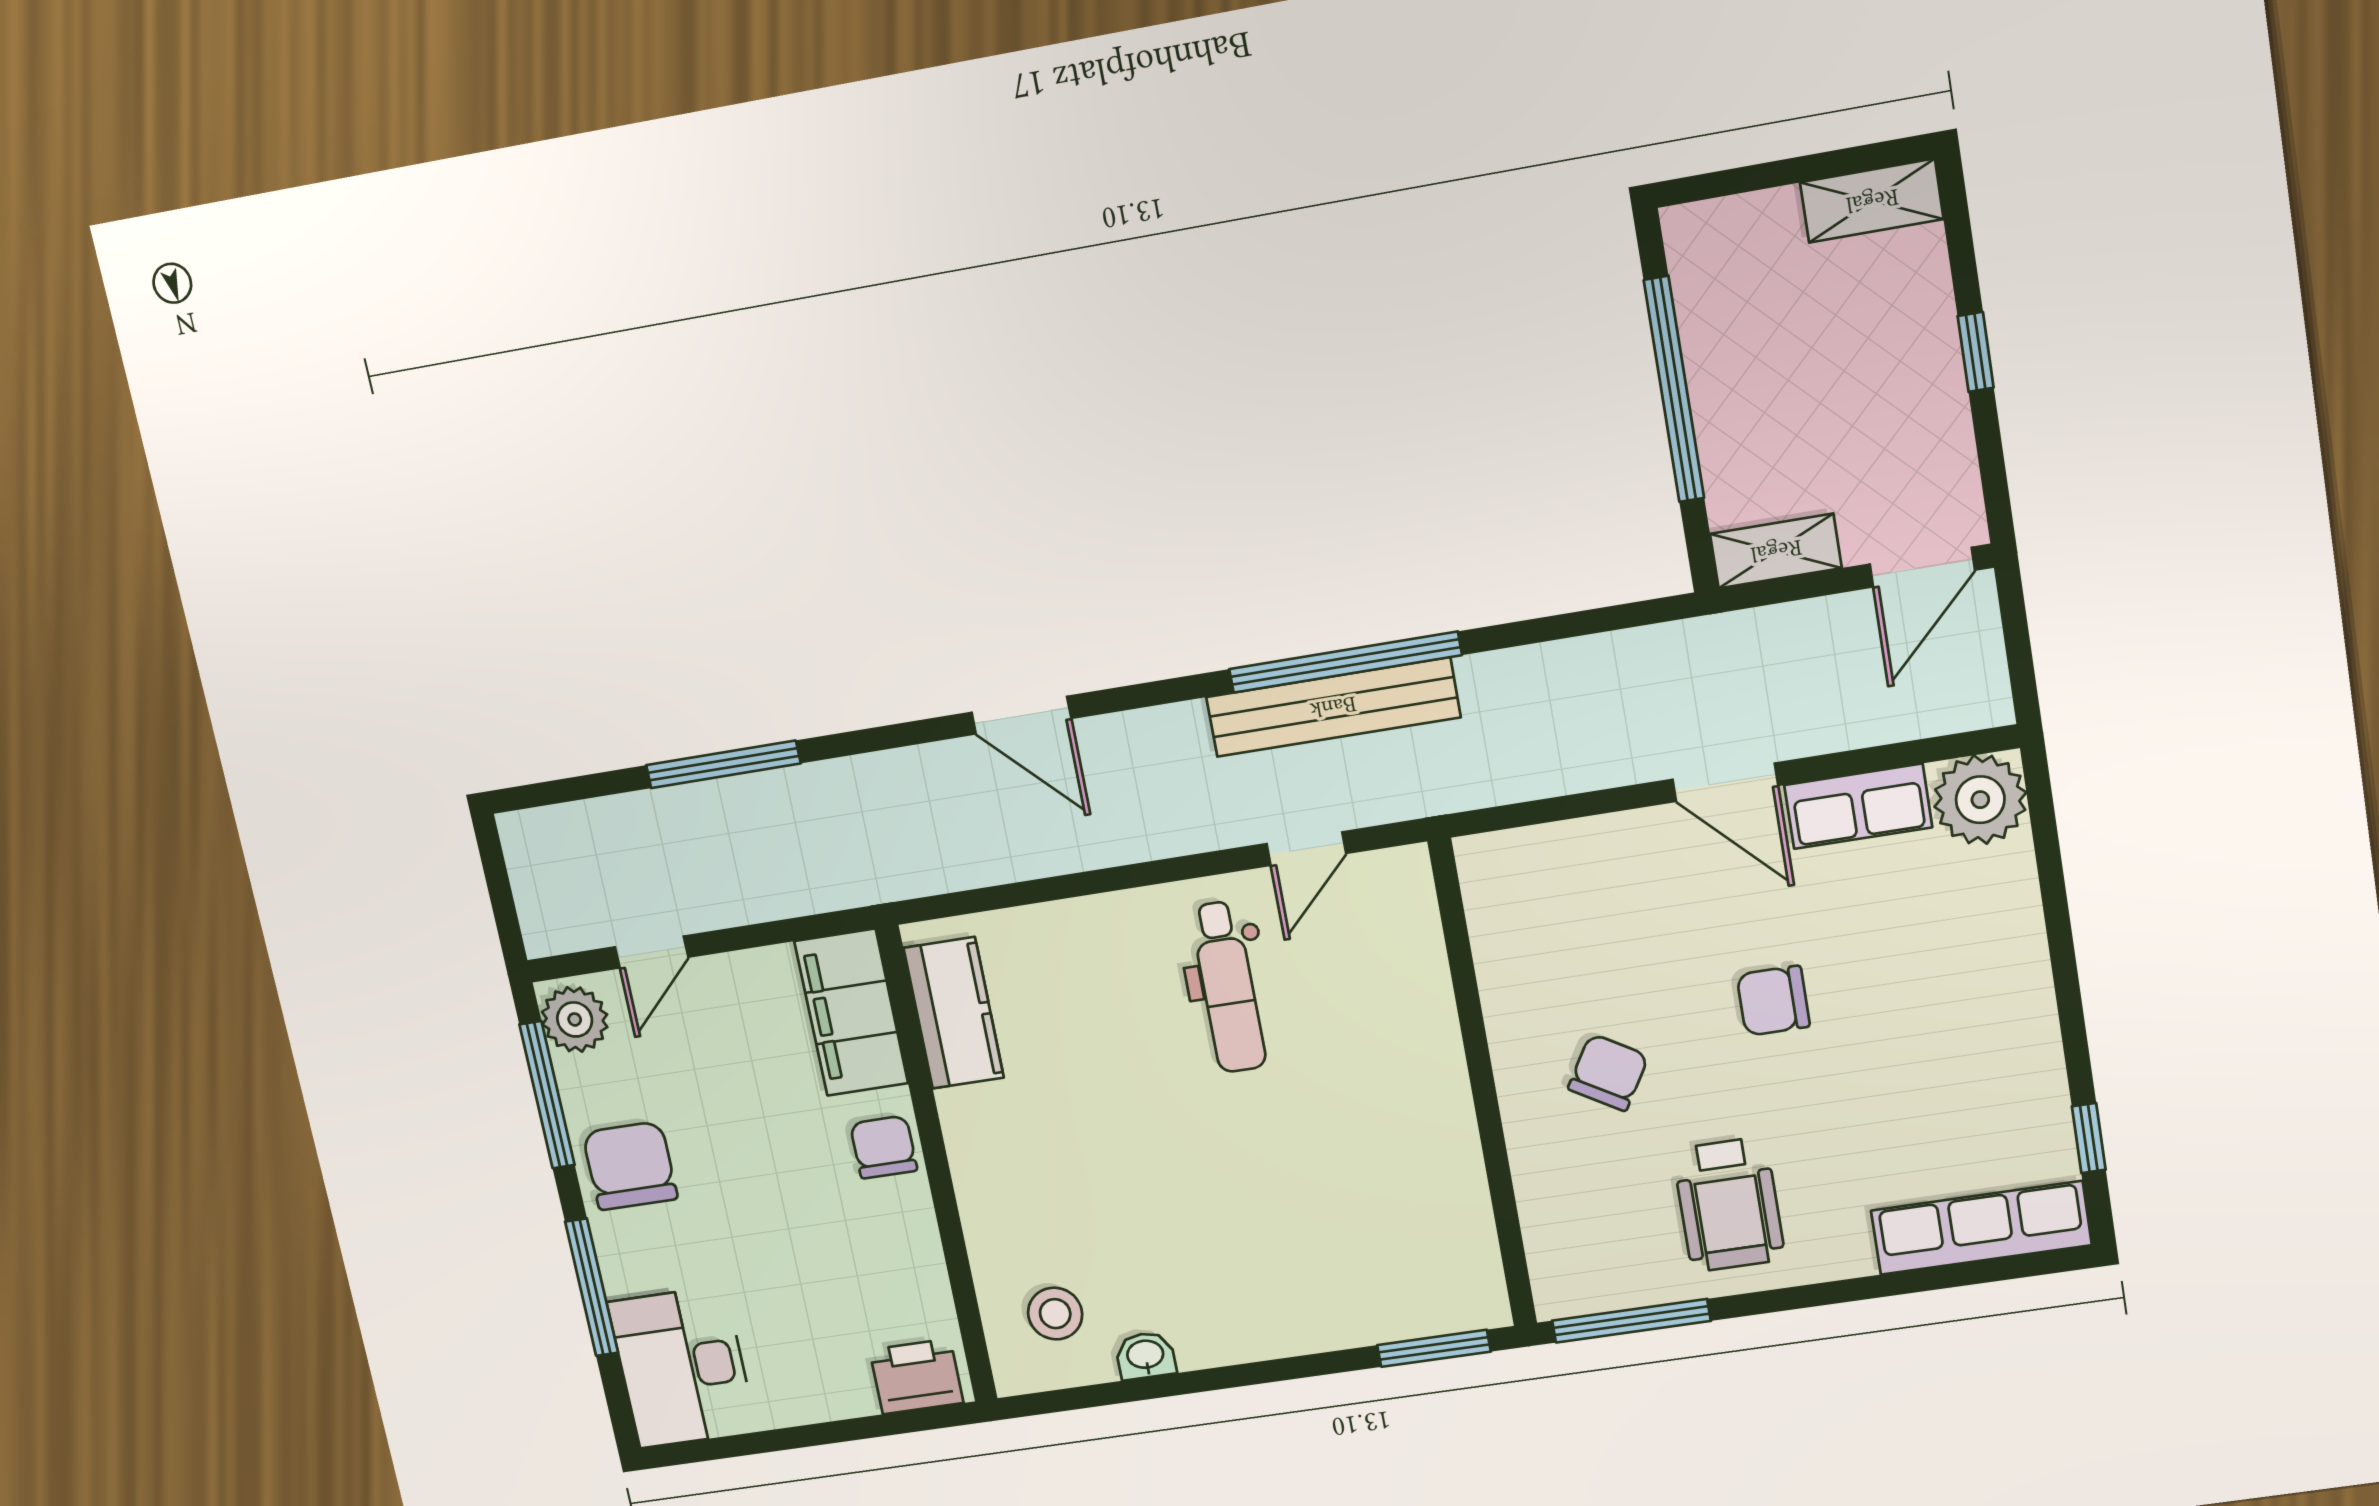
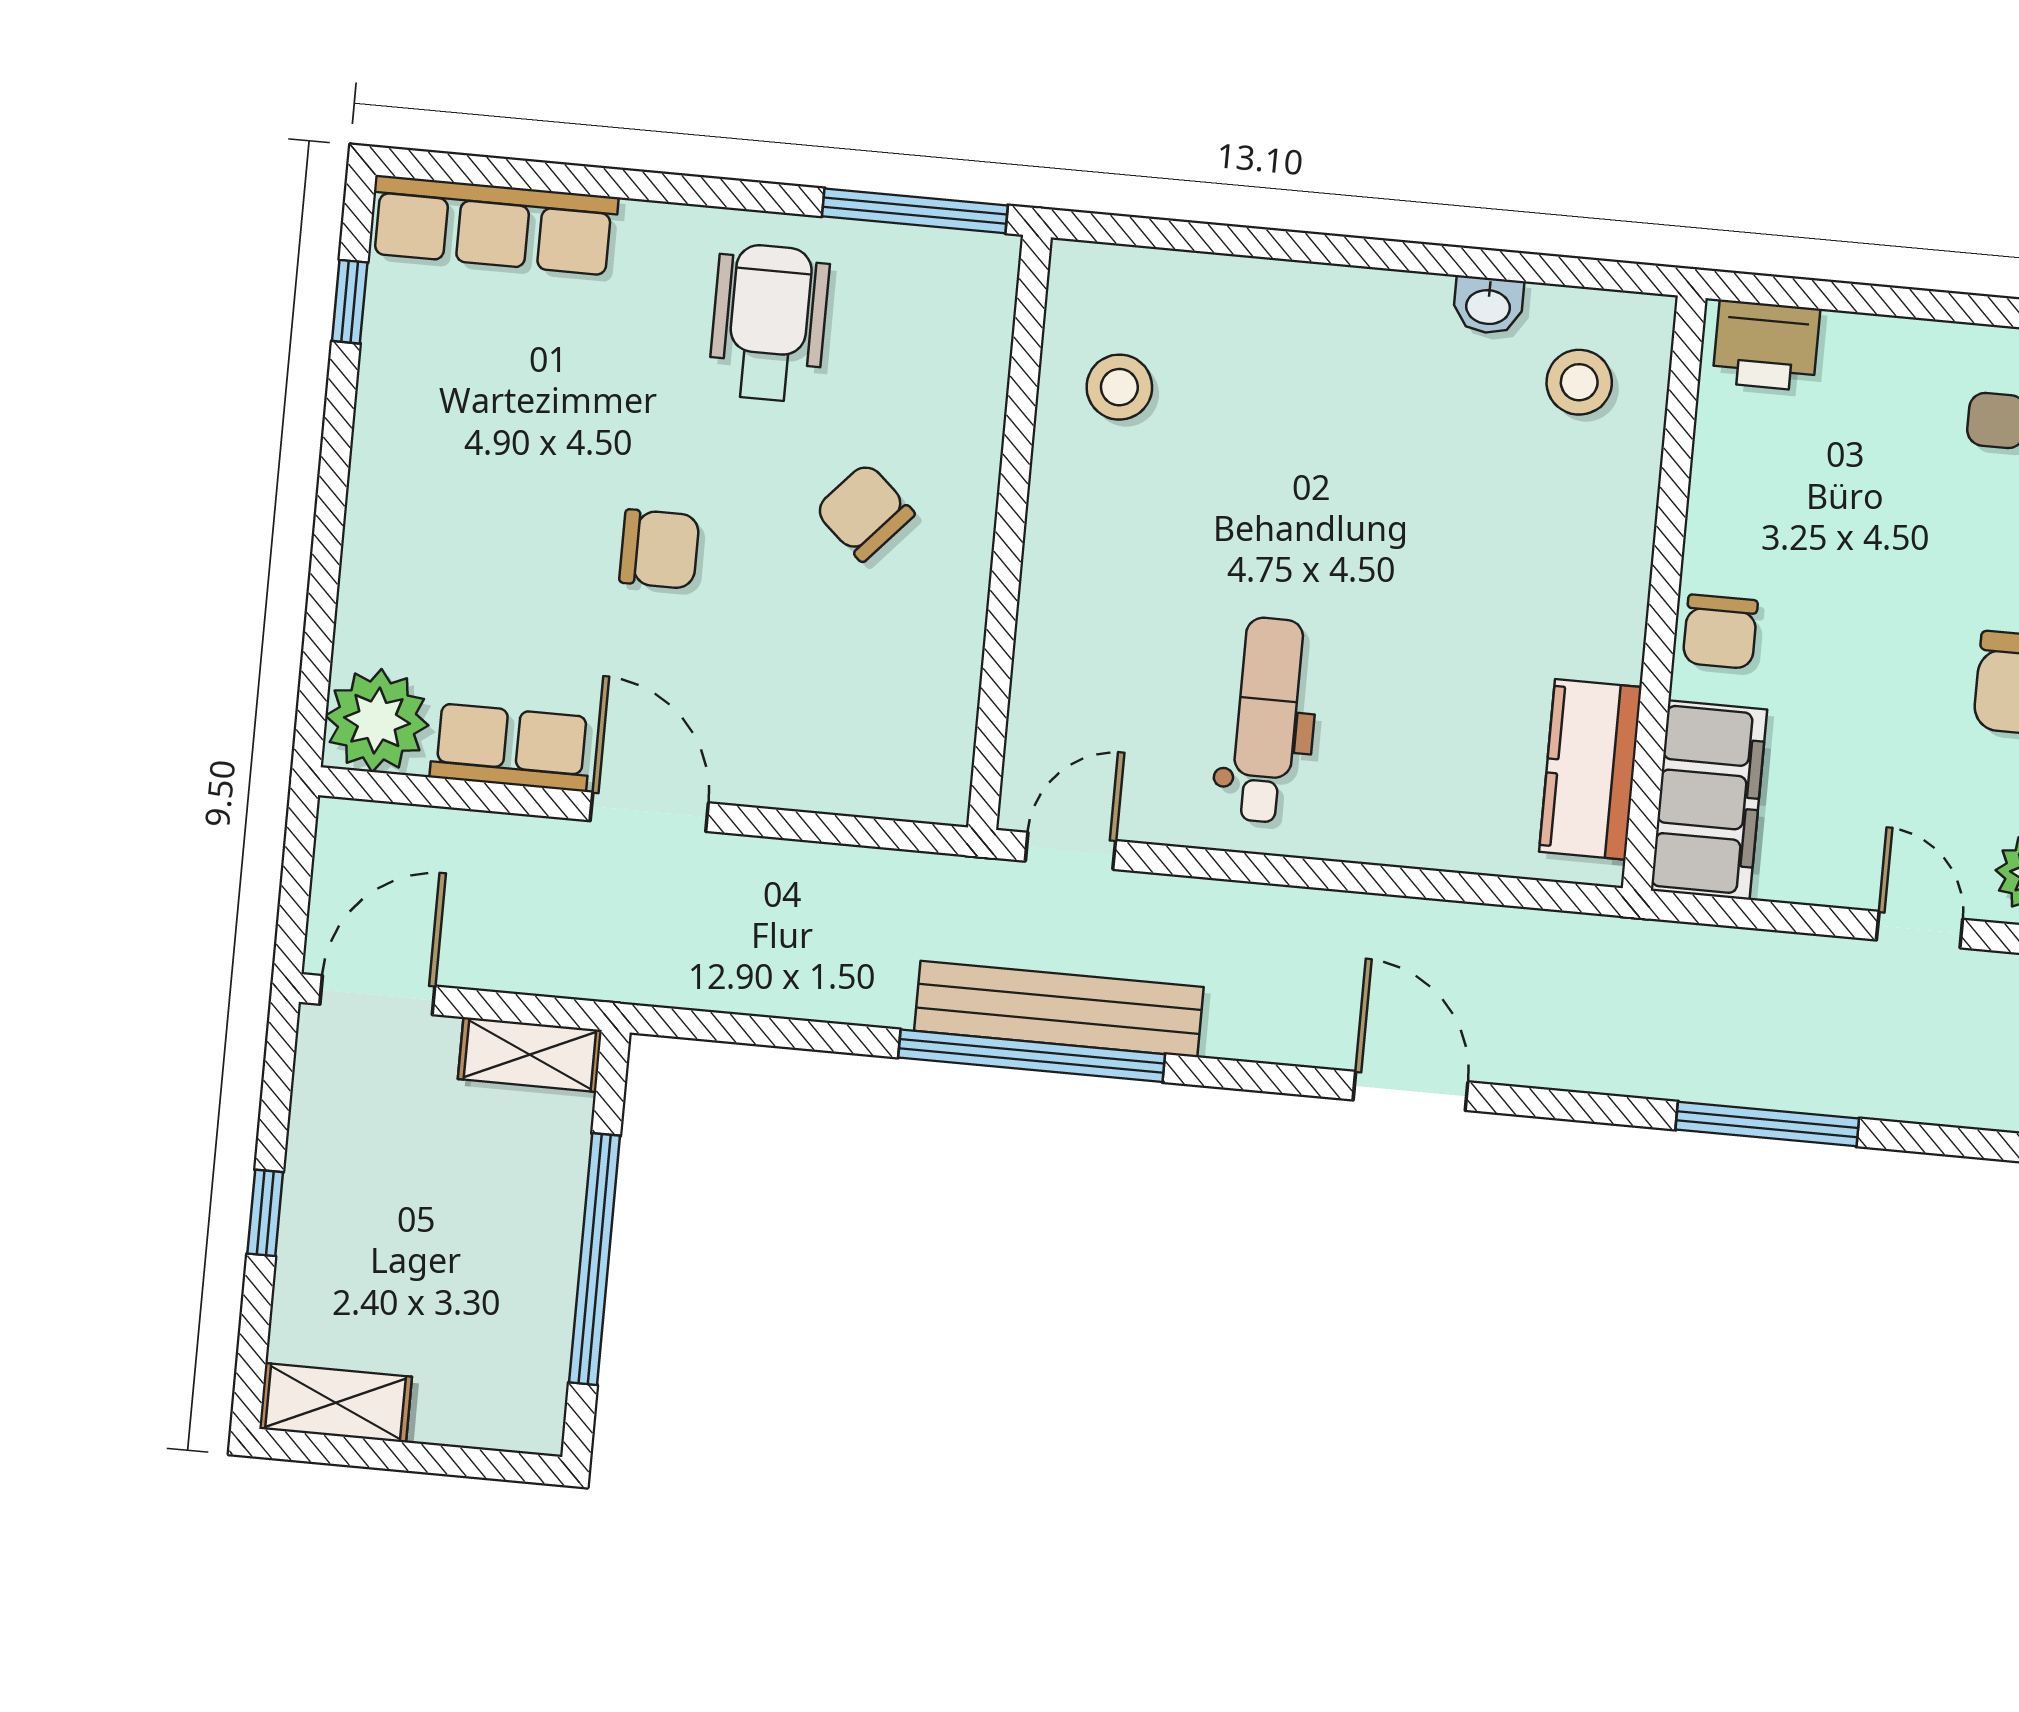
door: (1306, 849) -> (1070, 851), moved
door: (652, 952) -> (1920, 930), hinge flipped
chair: (1608, 1072) -> (865, 512), turned 101
stool: (1425, 1222) -> (1119, 387), added
window: (1434, 1348) -> (1150, 233), removed

